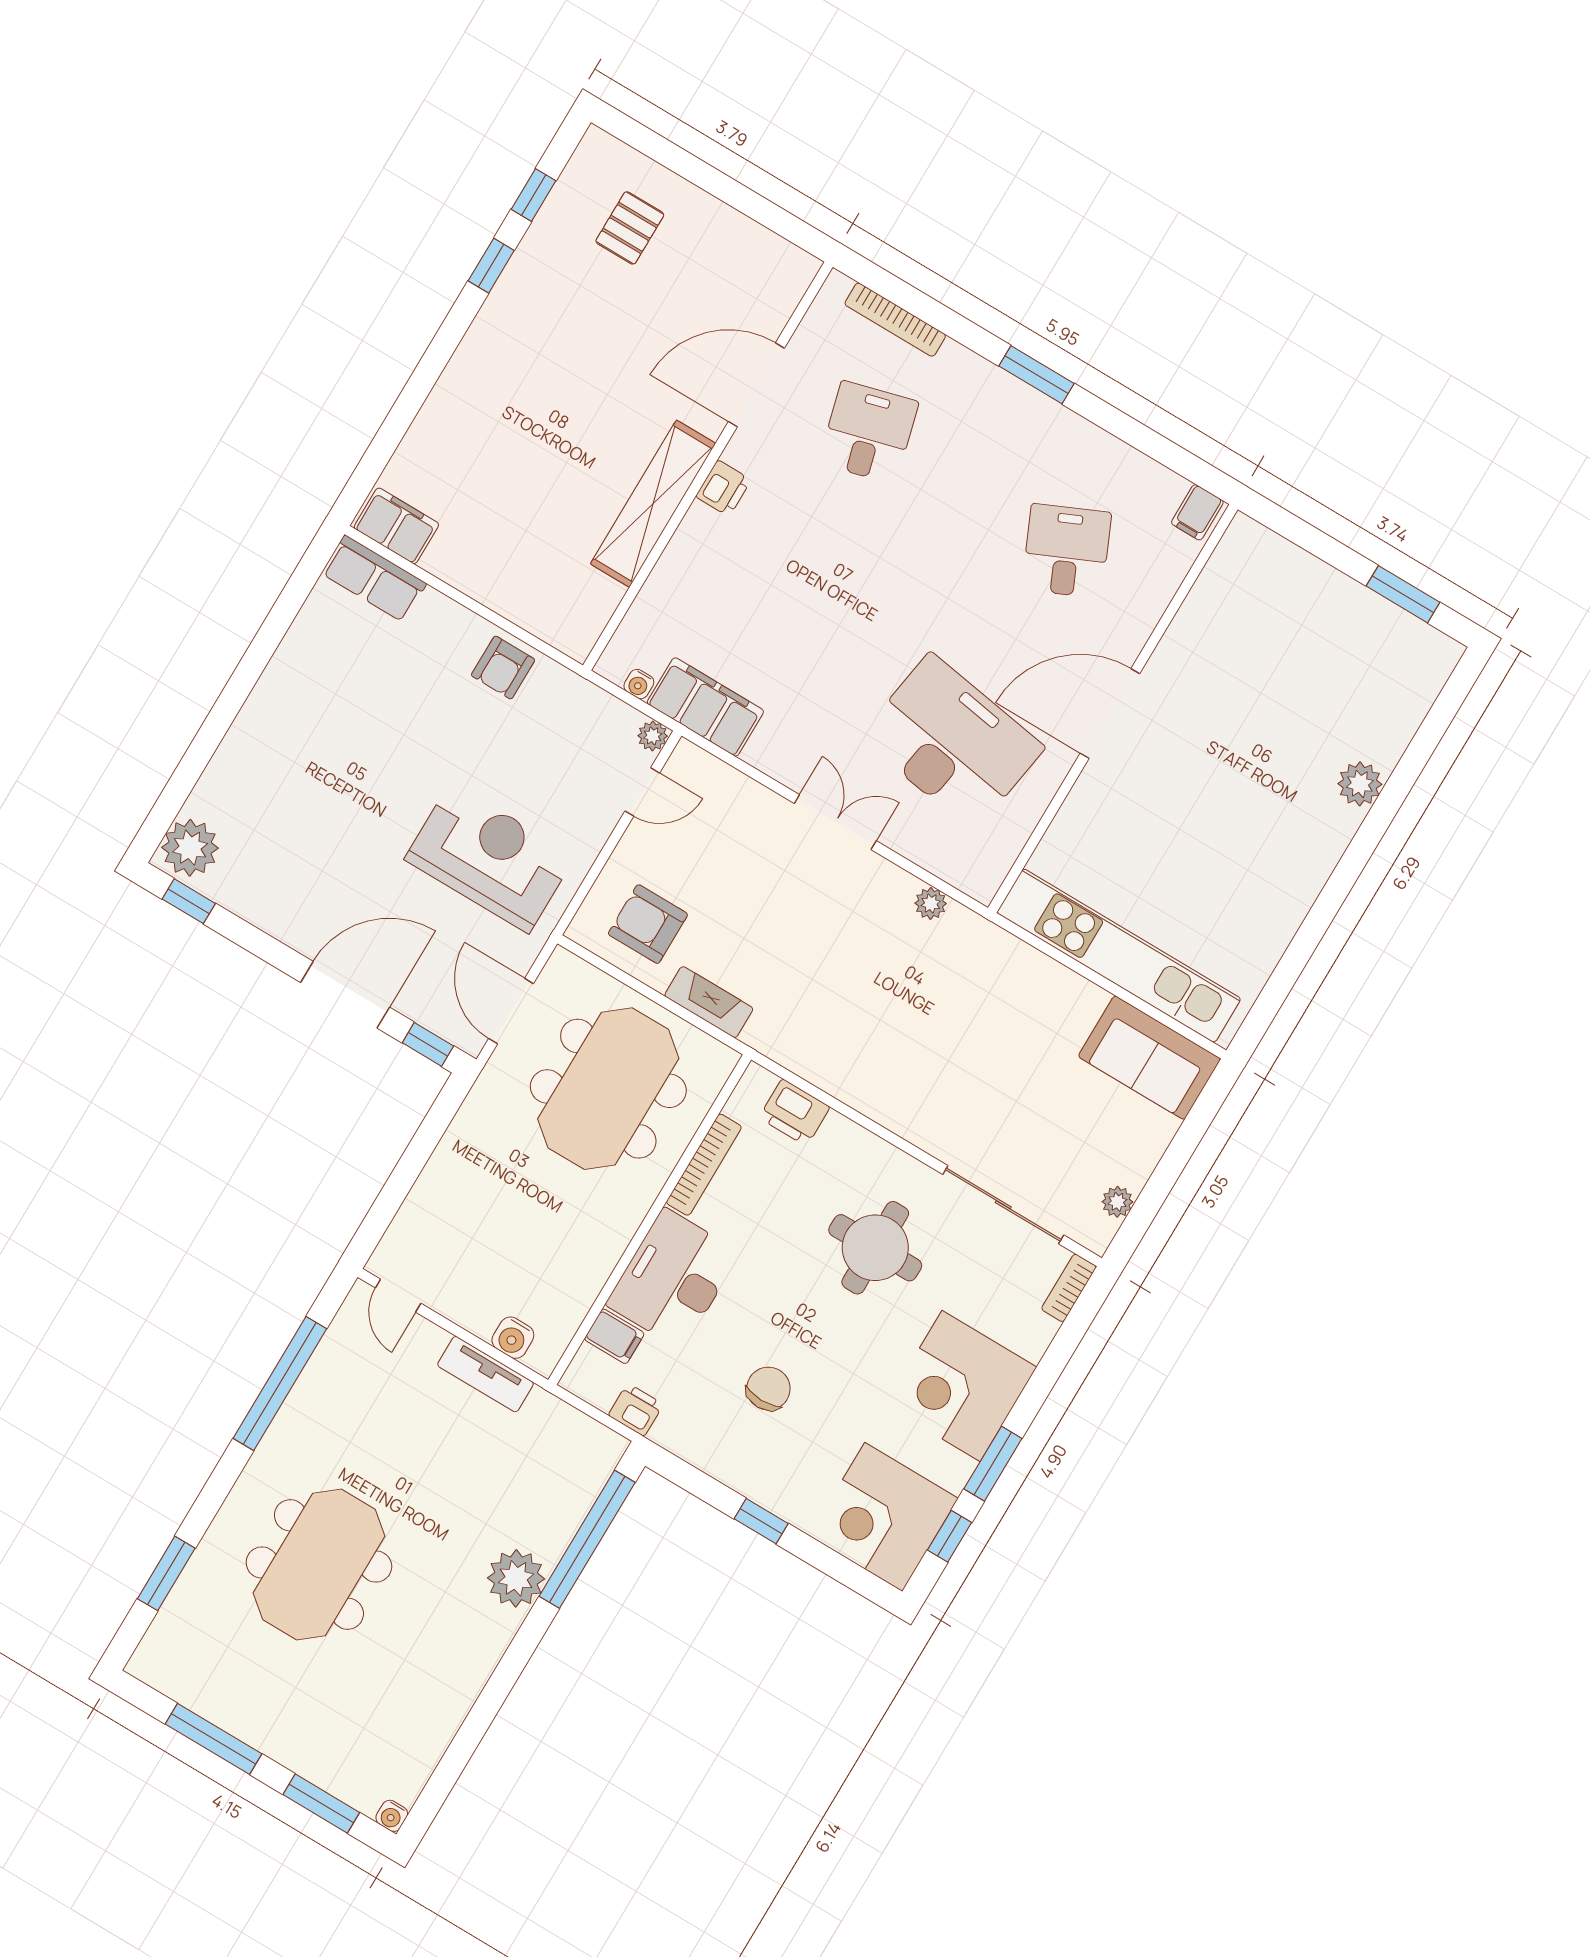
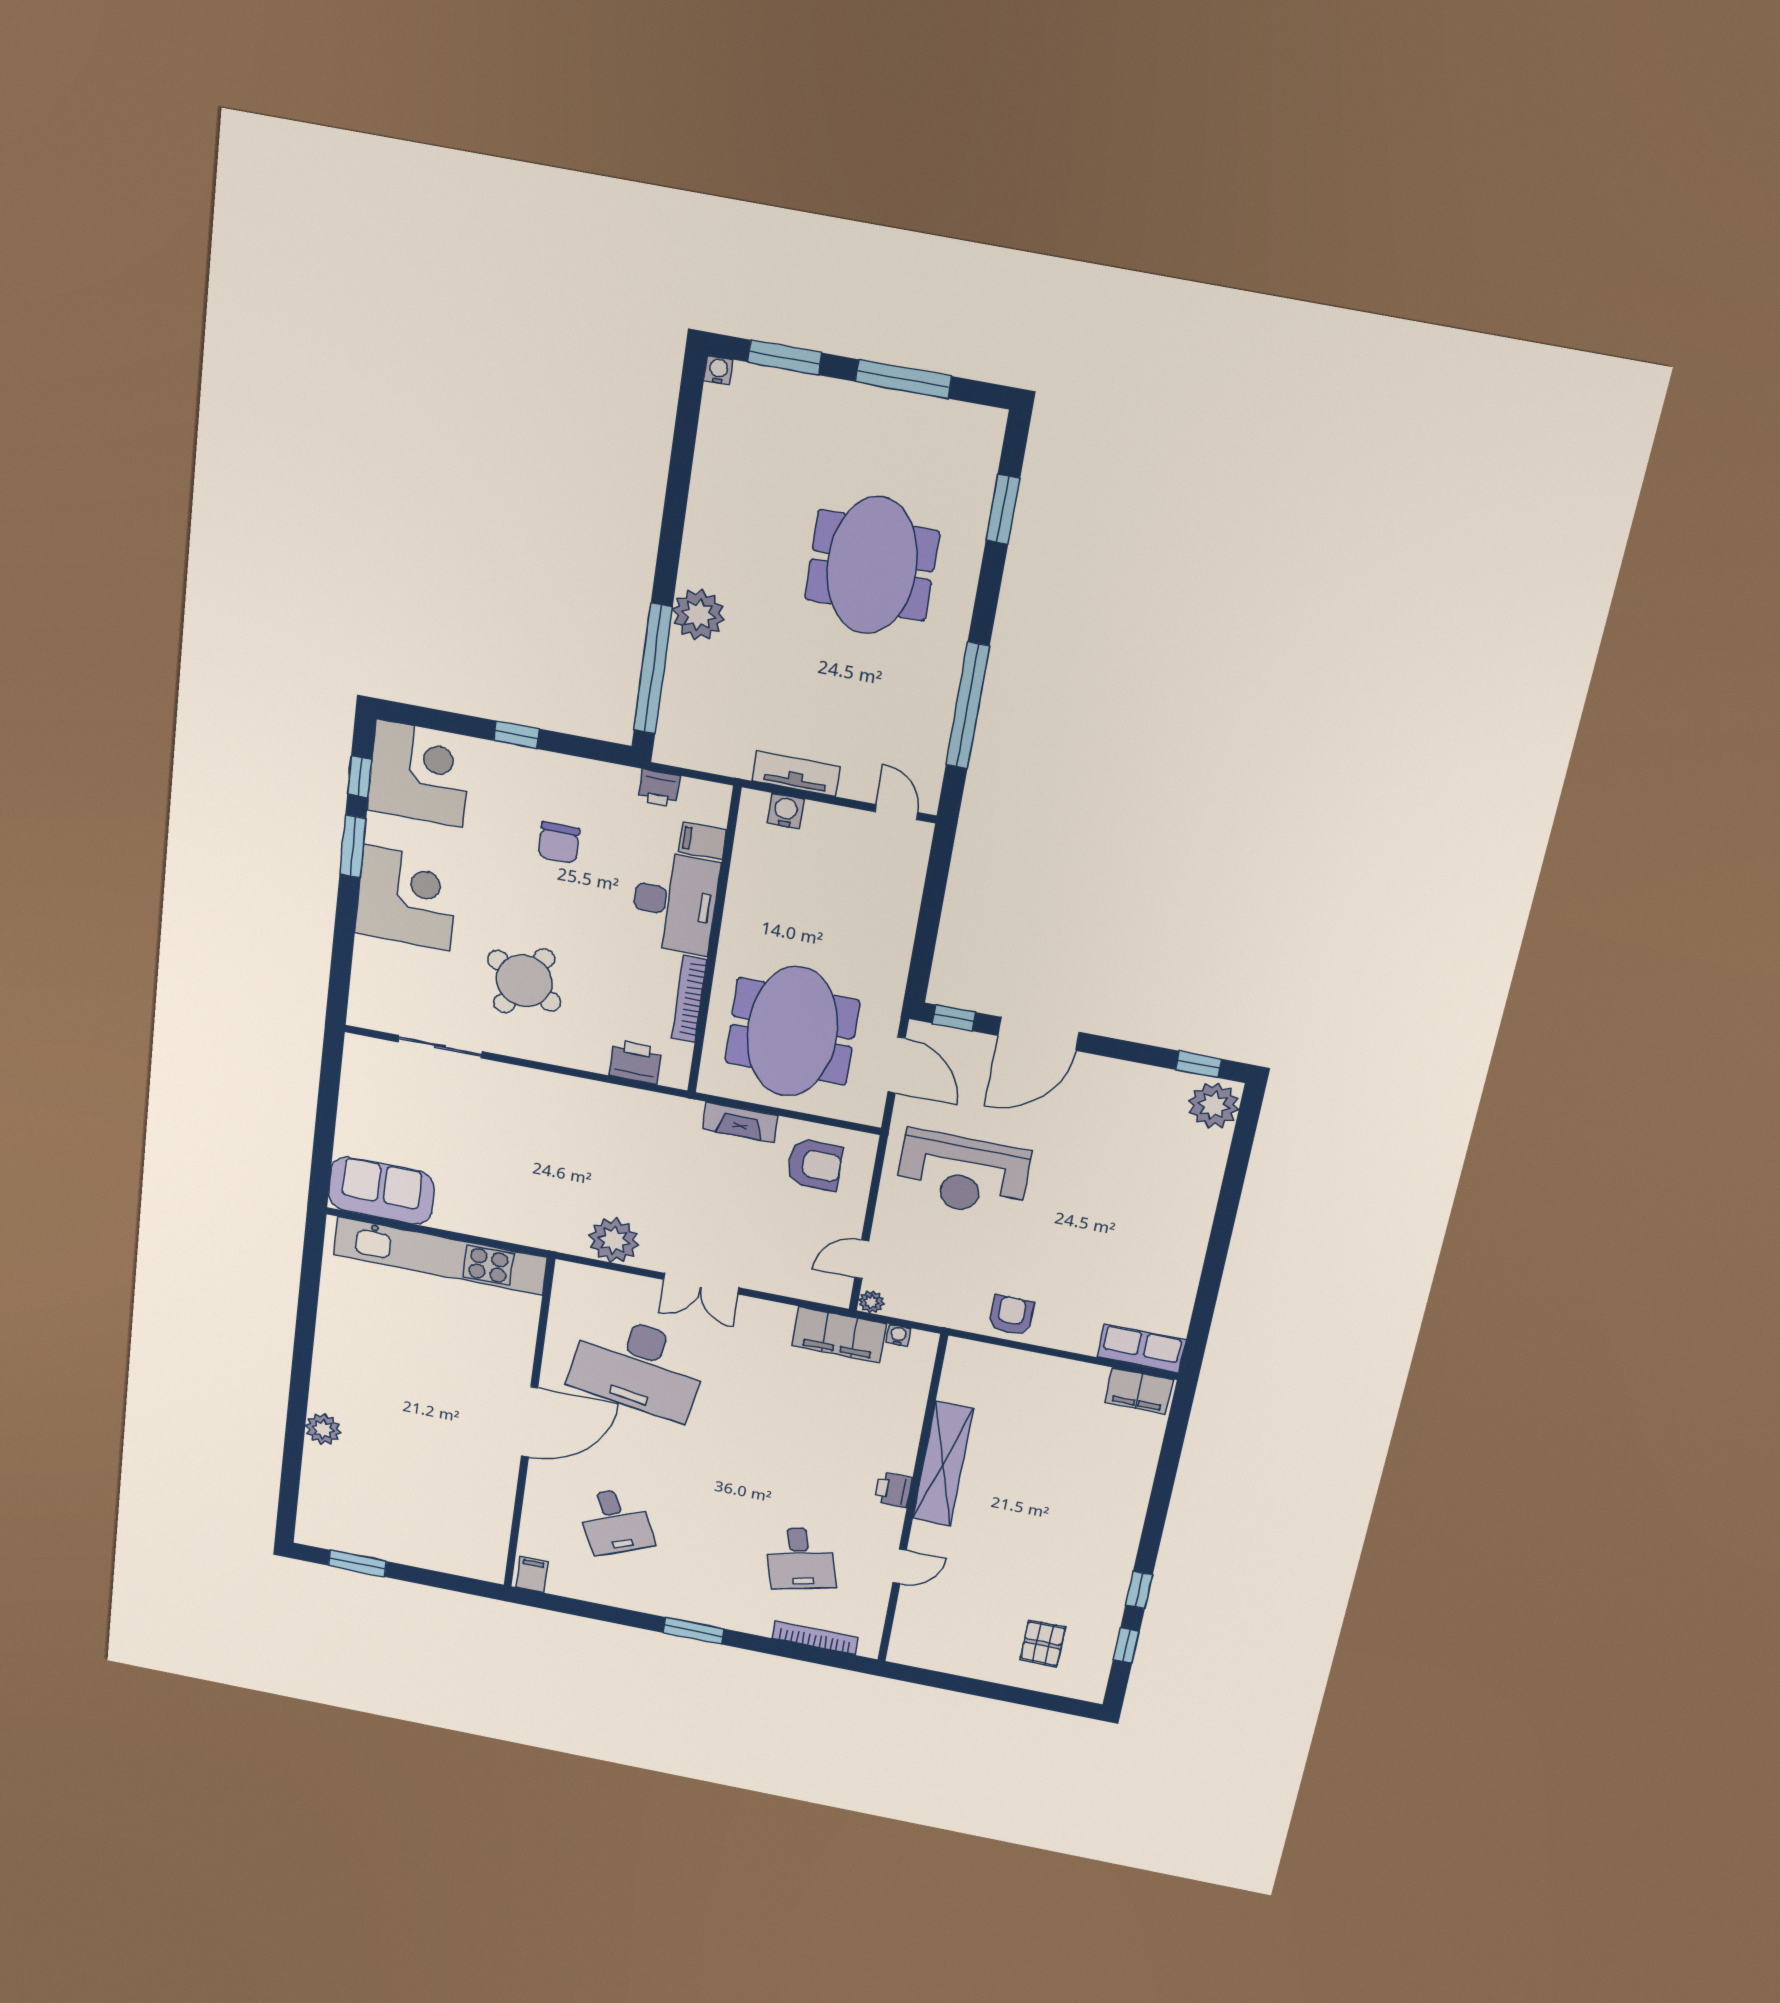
door: (756, 385) -> (900, 1566), width x0.53
plant: (931, 903) -> (614, 1240), width x1.87, depth x1.87
plant: (1117, 1202) -> (354, 1078), removed
sliding door: (1003, 1205) -> (440, 1047), width x0.73
round table: (875, 1248) -> (524, 981), turned 31
bookcase: (1069, 1288) -> (359, 1001), removed

